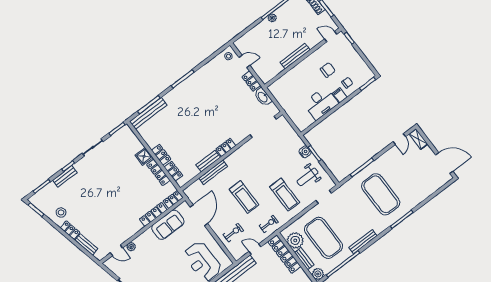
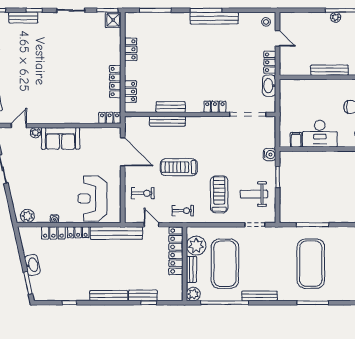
filing cabinet: (340, 95) -> (296, 140), moved
bench: (148, 113) -> (214, 18), moved
locker: (226, 147) -> (215, 107), moved
water cooler: (305, 152) -> (270, 155), moved
locker: (161, 155) -> (131, 49), moved
shower: (144, 156) -> (113, 20), moved
treadmill: (285, 195) -> (219, 194), turned 180
treadmill: (244, 197) -> (179, 167), turned 90
locker: (153, 214) -> (80, 118), removed
door: (199, 215) -> (123, 152), hinge flipped
sofa: (168, 225) -> (61, 138), moved
door: (116, 250) -> (19, 126), swing flipped

